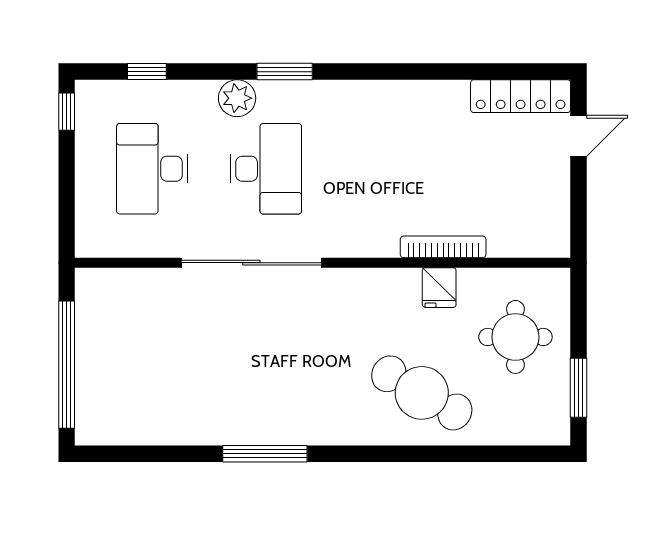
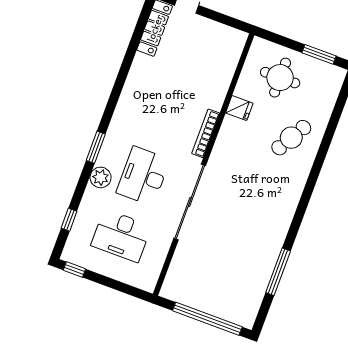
desk: (266, 169) -> (143, 176), turned -90
bookcase: (443, 247) -> (206, 133), moved
cafe table: (422, 393) -> (291, 138), width x0.73, depth x0.74
window: (265, 454) -> (278, 272), moved

